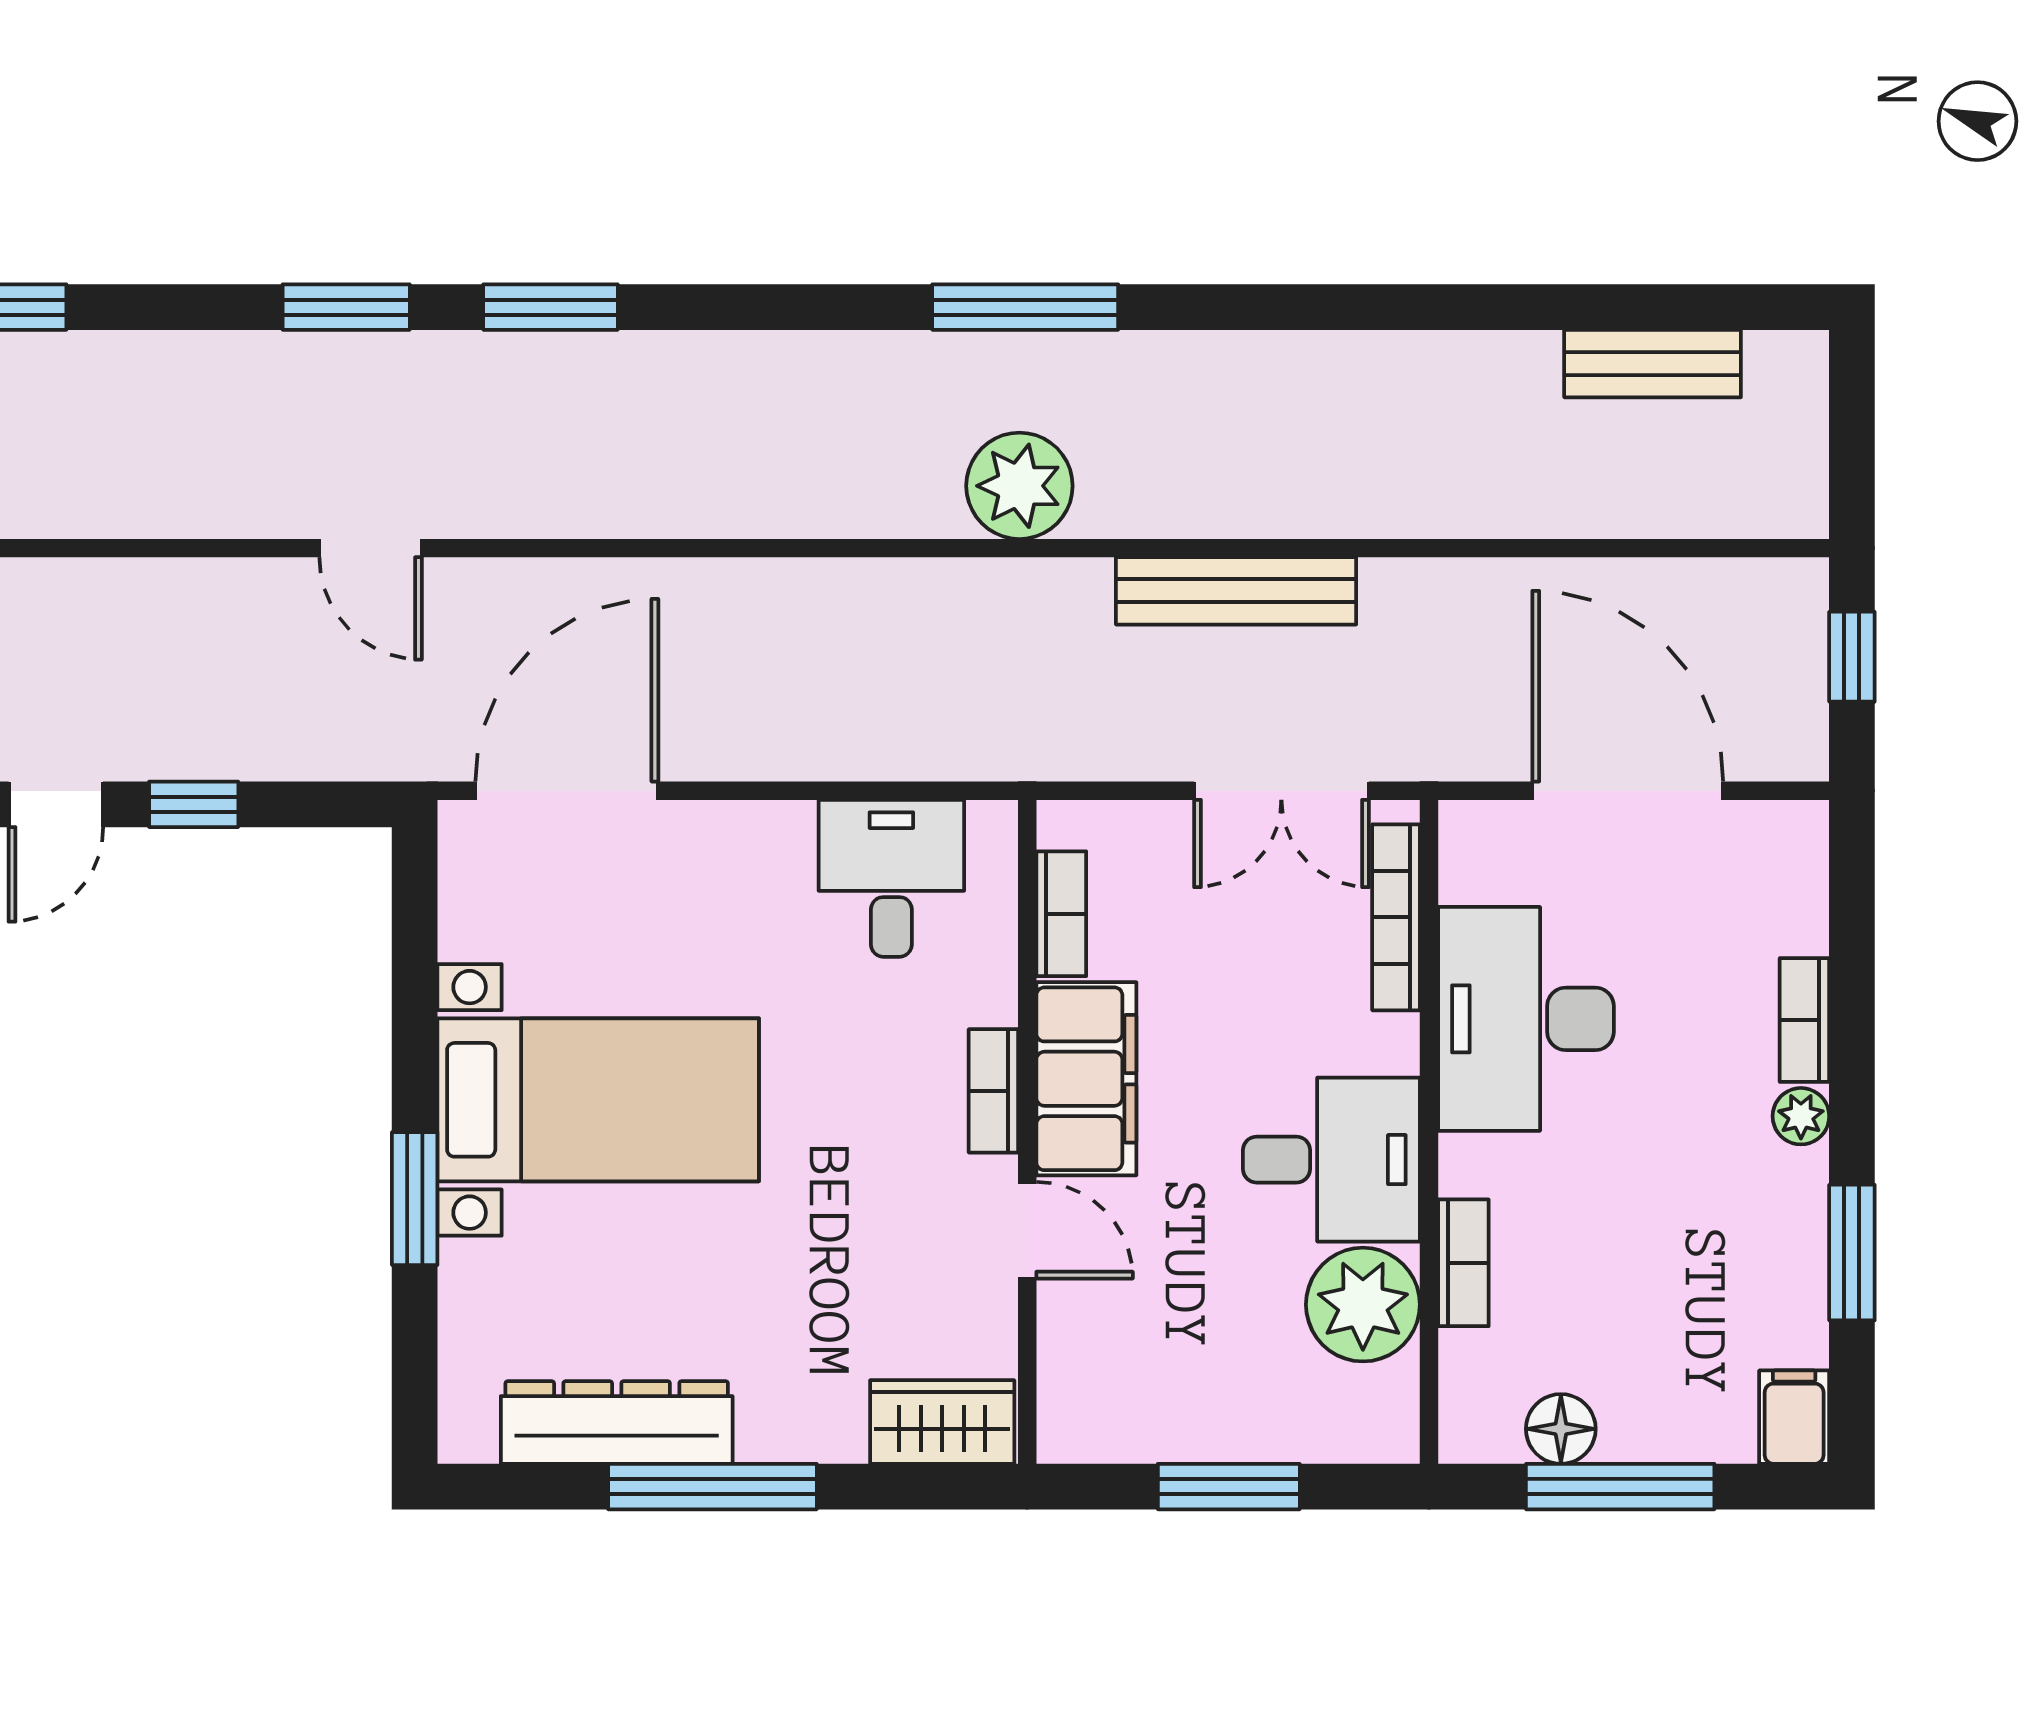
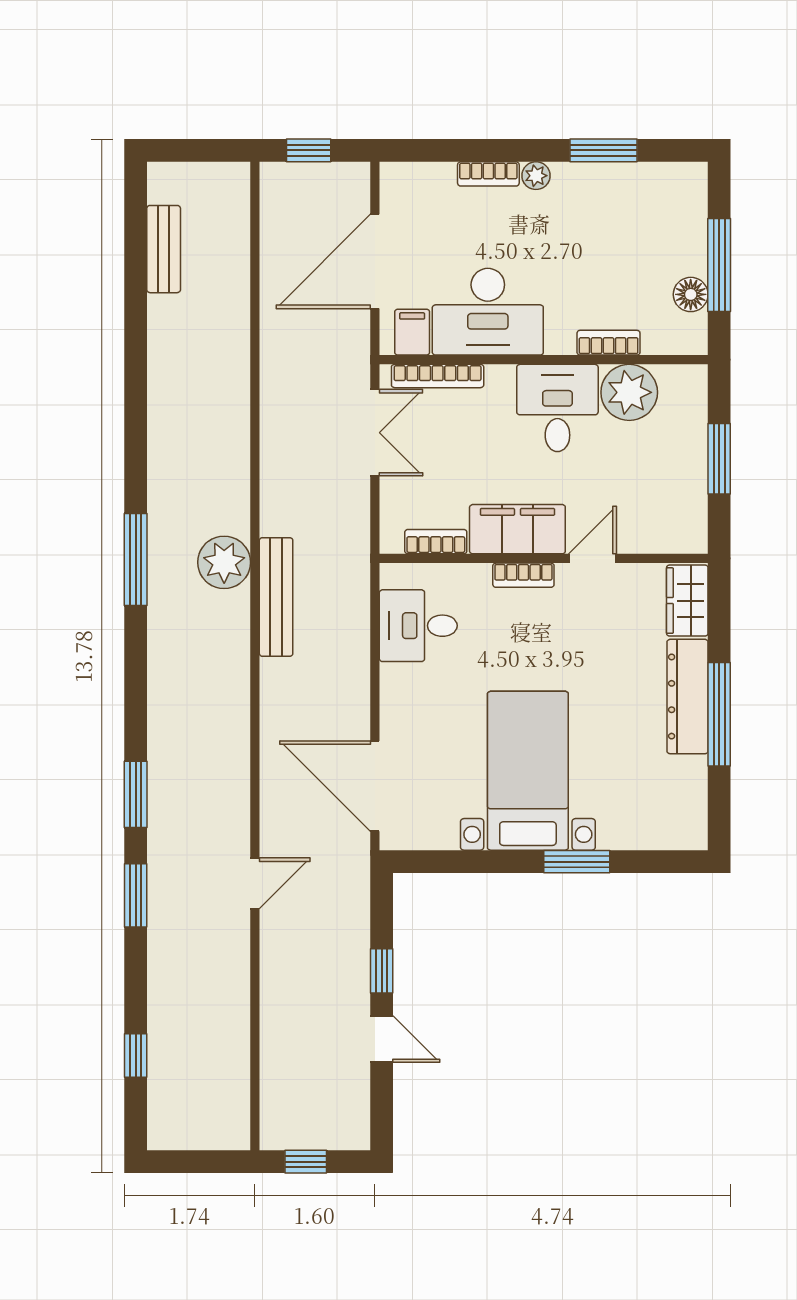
bench: (1236, 591) -> (276, 597), moved
filing cabinet: (1794, 1417) -> (412, 332), moved, turned 90
dresser: (617, 1422) -> (688, 697), moved

